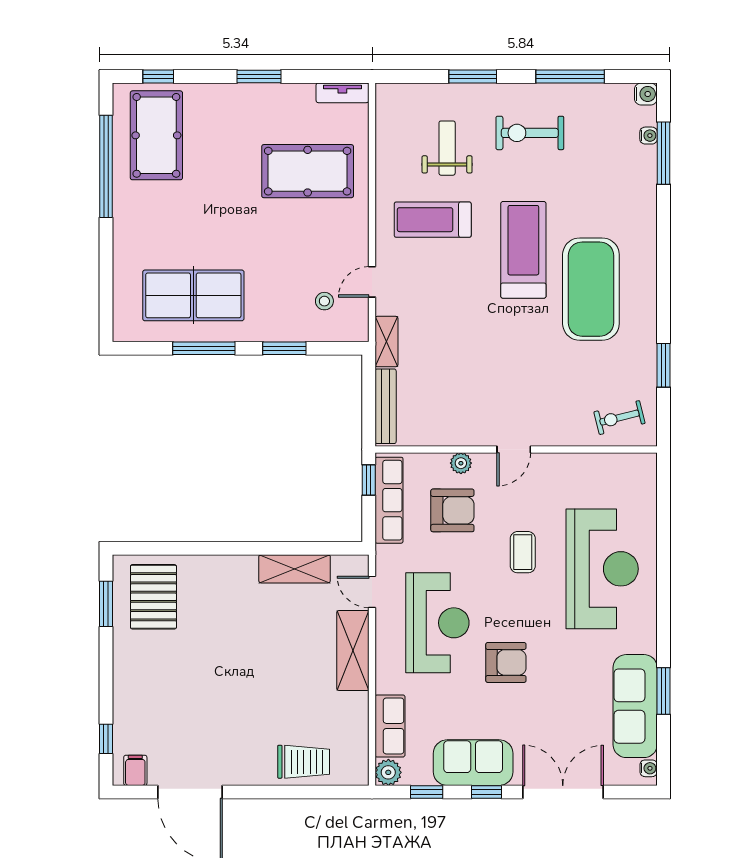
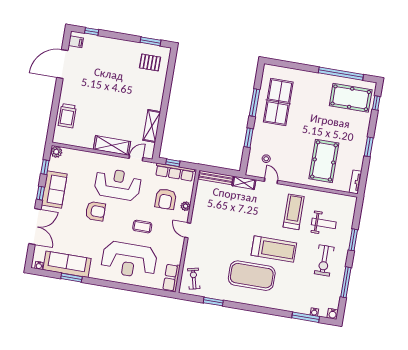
exercise bike: (530, 133) -> (324, 261), turned 180
window: (369, 480) -> (173, 163), moved
pallet: (153, 597) -> (150, 62), width x0.67, depth x0.71
reception desk: (437, 623) -> (118, 184), turned 180
armchair: (506, 662) -> (95, 211), turned -90
row of seats: (390, 726) -> (172, 278), moved, turned 90

